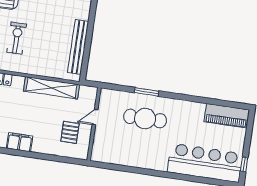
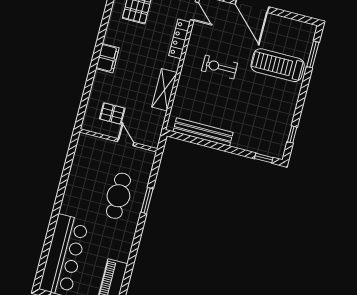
exercise bike: (17, 38) -> (220, 67), turned 180
shelving: (52, 88) -> (164, 90), width x0.68

